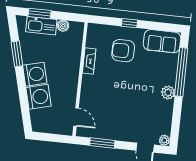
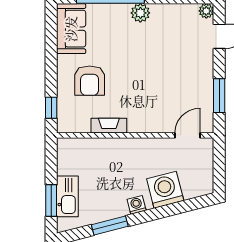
window: (129, 23) -> (51, 108), moved
boiler: (63, 26) -> (64, 167), removed
washing machine: (35, 74) -> (137, 205), width x0.53, depth x0.53

